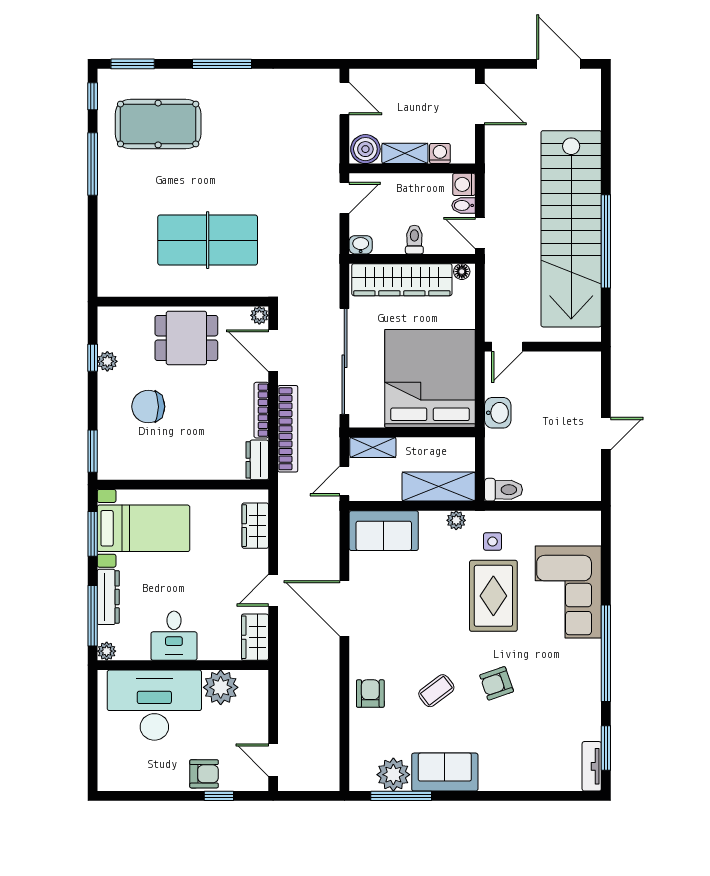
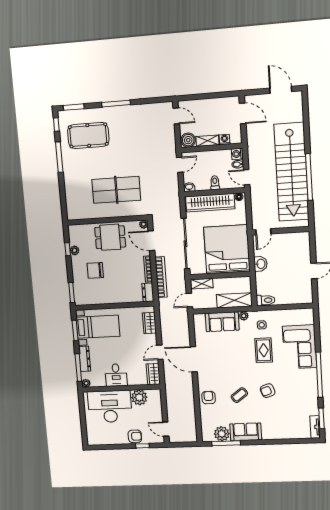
sofa: (384, 531) -> (222, 322), moved
rug: (493, 596) -> (264, 350), width x0.73, depth x0.70

